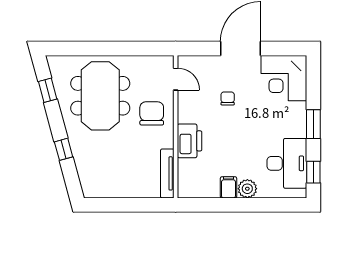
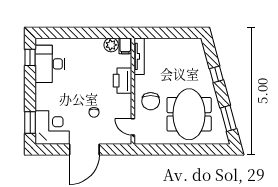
window: (48, 90) -> (228, 118), width x1.50
window: (313, 124) -> (30, 122), moved
filing cabinet: (228, 187) -> (125, 46), moved
plant: (247, 189) -> (111, 45), moved

